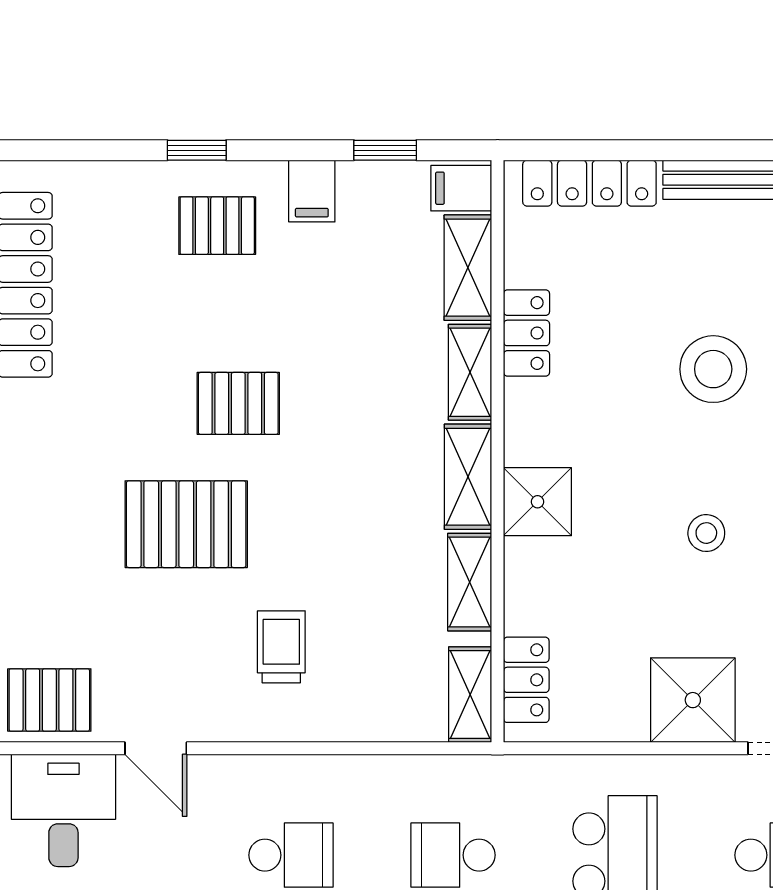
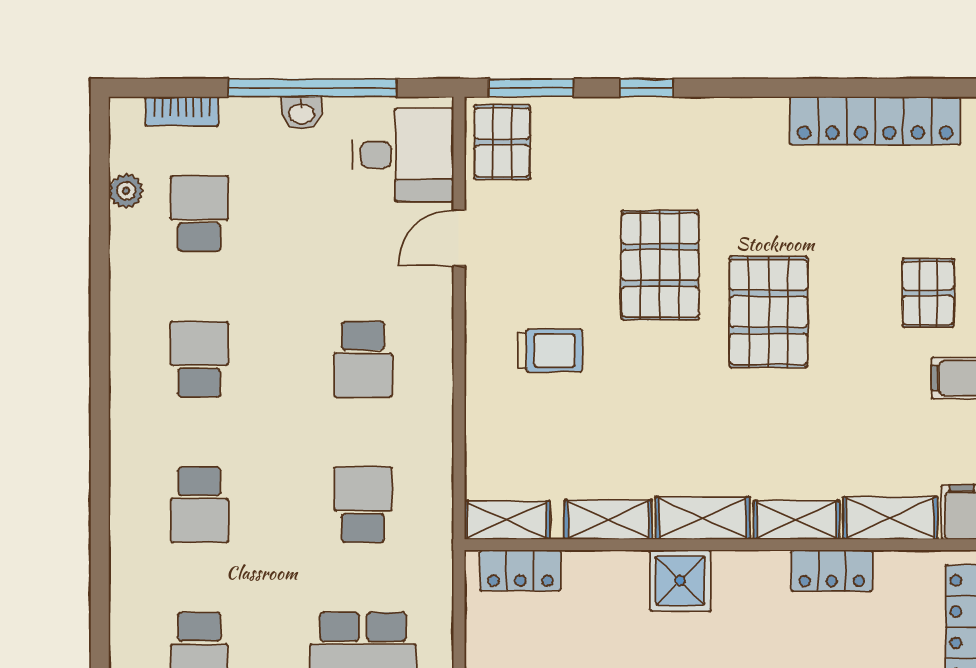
pallet: (238, 403) -> (769, 312), width x1.50, depth x1.42

